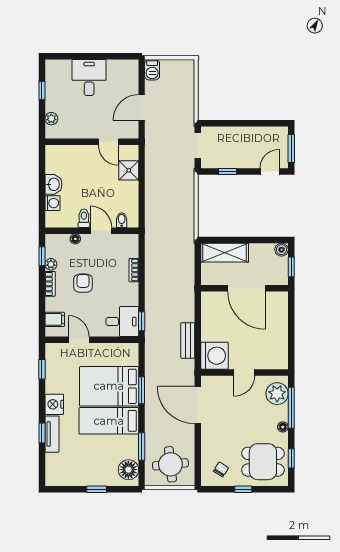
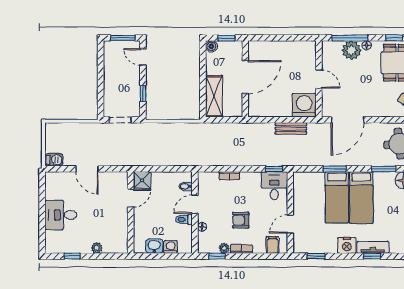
wall: (92, 142) -> (131, 213), moved
door: (108, 142) -> (131, 198), moved
bed: (109, 386) -> (337, 197), width x0.67
plant: (277, 394) -> (351, 50), moved

